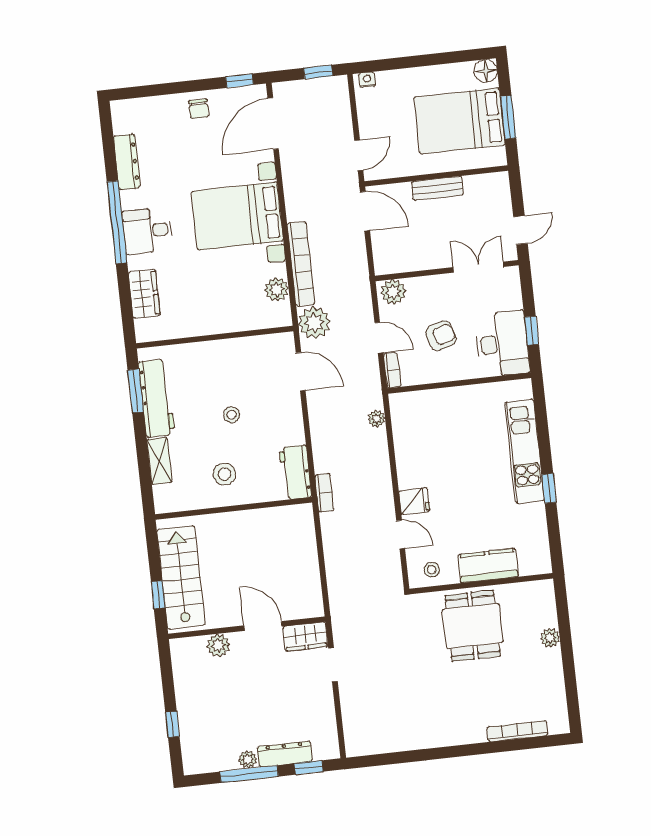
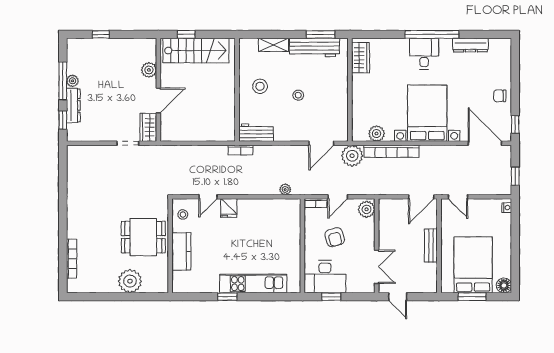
wardrobe: (144, 294) -> (361, 58), moved, turned -90
plant: (550, 638) -> (130, 281), width x1.87, depth x1.87

